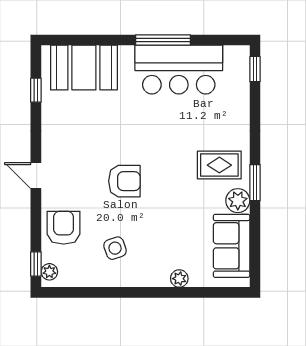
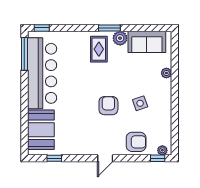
window: (163, 40) -> (24, 54), moved
bar counter: (179, 70) -> (42, 73), width x1.36
armchair: (64, 228) -> (136, 142), turned 180
side table: (115, 248) -> (140, 103), moved

